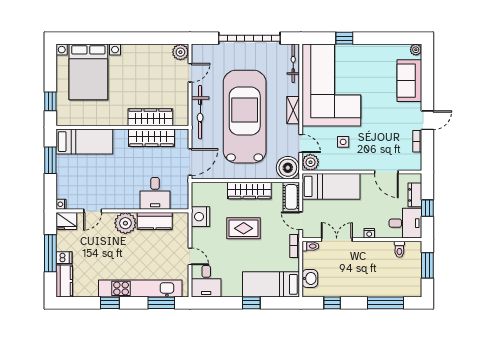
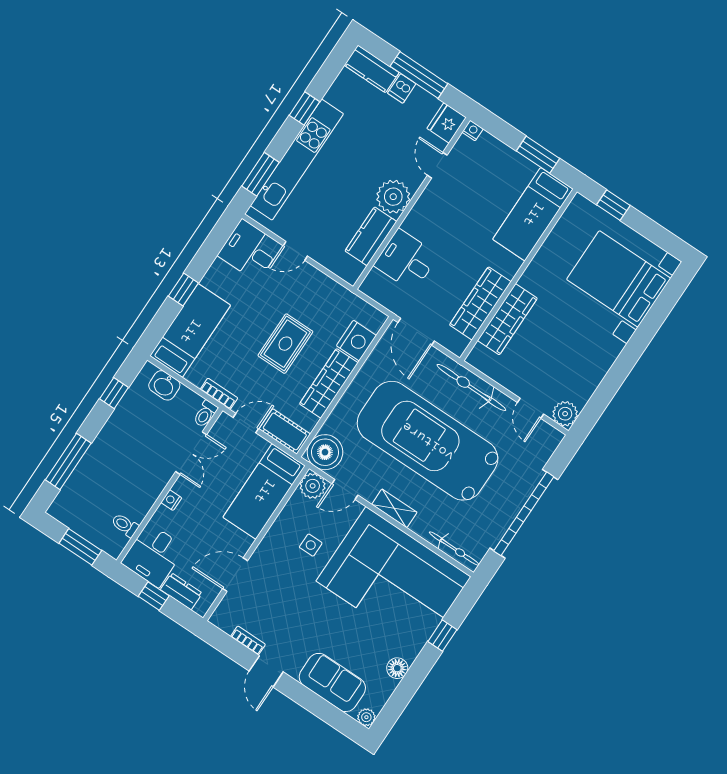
floor lamp: (378, 51) -> (397, 668), added
car: (245, 117) -> (428, 441), turned 180
nightstand: (200, 217) -> (356, 341), moved, turned 90

